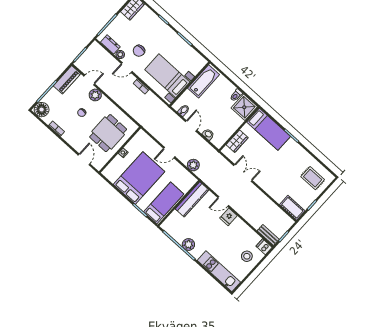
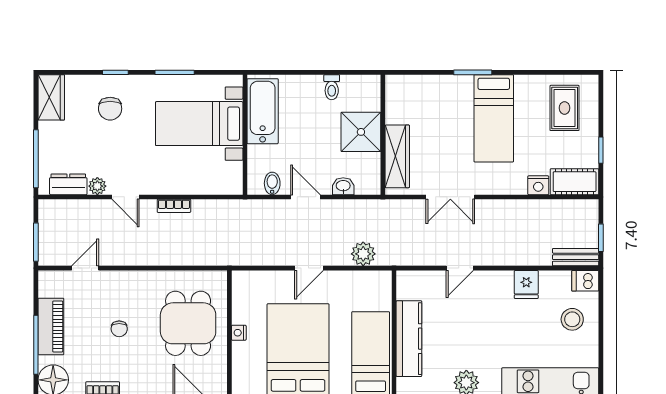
chair: (139, 51) -> (110, 109), moved
door: (127, 68) -> (125, 197), hinge flipped
bed with nightstands: (167, 76) -> (199, 124), moved
piano: (67, 80) -> (51, 326), moved
plant: (95, 95) -> (115, 283), removed
shower: (244, 107) -> (361, 132), moved
bed: (269, 129) -> (494, 118), moved, turned 90
wardrobe: (237, 141) -> (397, 156), width x1.50
double door: (243, 173) -> (450, 197), swing flipped
rug: (313, 178) -> (565, 108), turned 90
nightstand: (278, 197) -> (538, 185), added
kitchen counter: (192, 199) -> (409, 339), moved
fridge: (228, 217) -> (526, 285), moved

